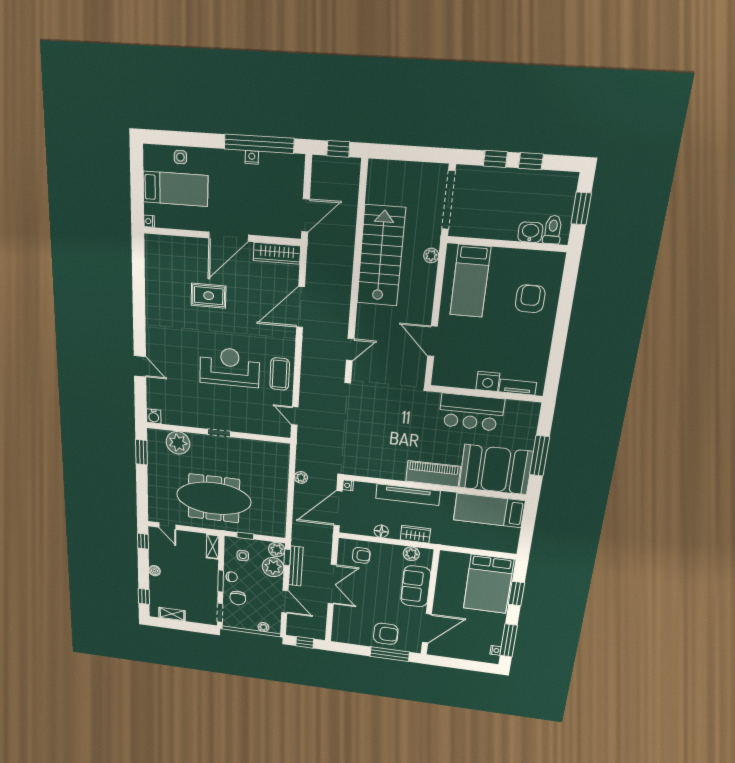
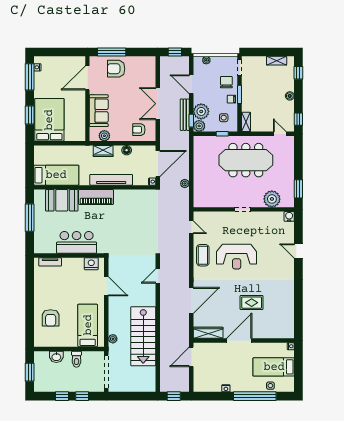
window: (259, 144) -> (255, 396), moved
toilet: (553, 230) -> (76, 359), moved
nightstand: (488, 381) -> (91, 264), moved
booth: (496, 469) -> (62, 200), width x0.73, depth x0.70

